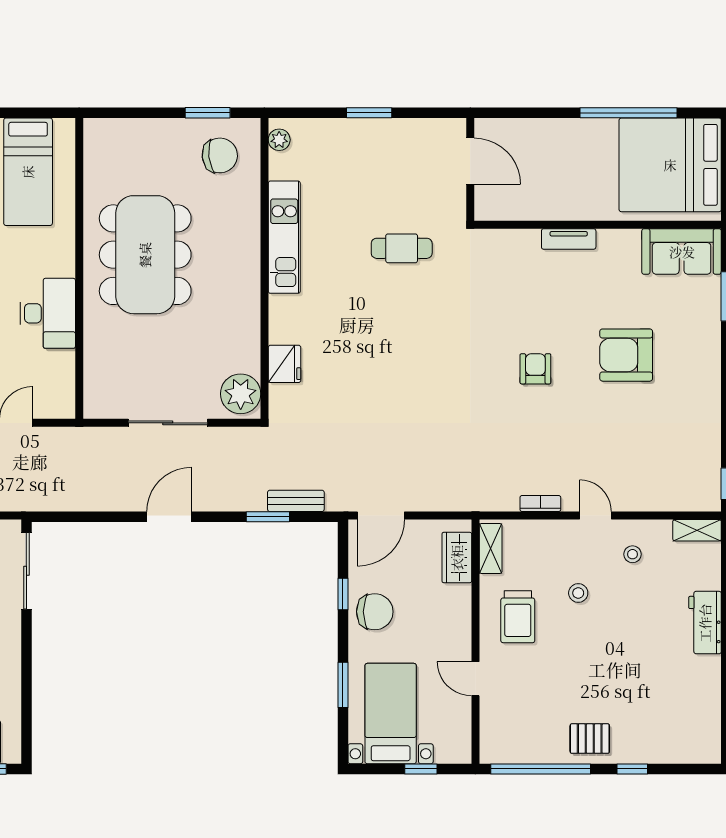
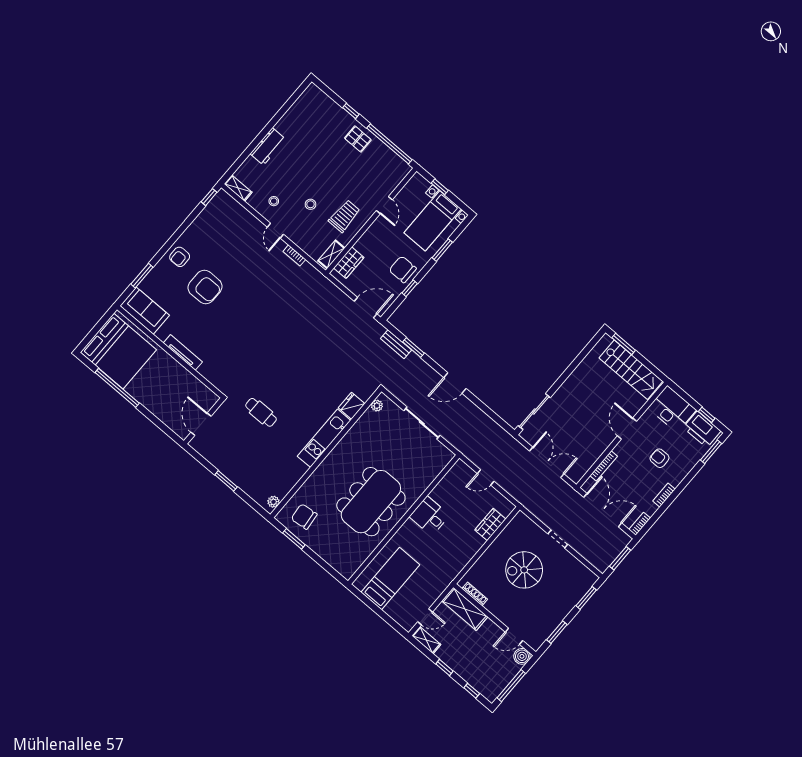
kitchen unit: (284, 237) -> (324, 438), moved
tv unit: (569, 239) -> (183, 352), width x1.41
desk: (48, 313) -> (430, 516), width x0.73
armchair: (535, 369) -> (180, 257), moved
plant: (241, 394) -> (377, 406), width x0.53, depth x0.53

